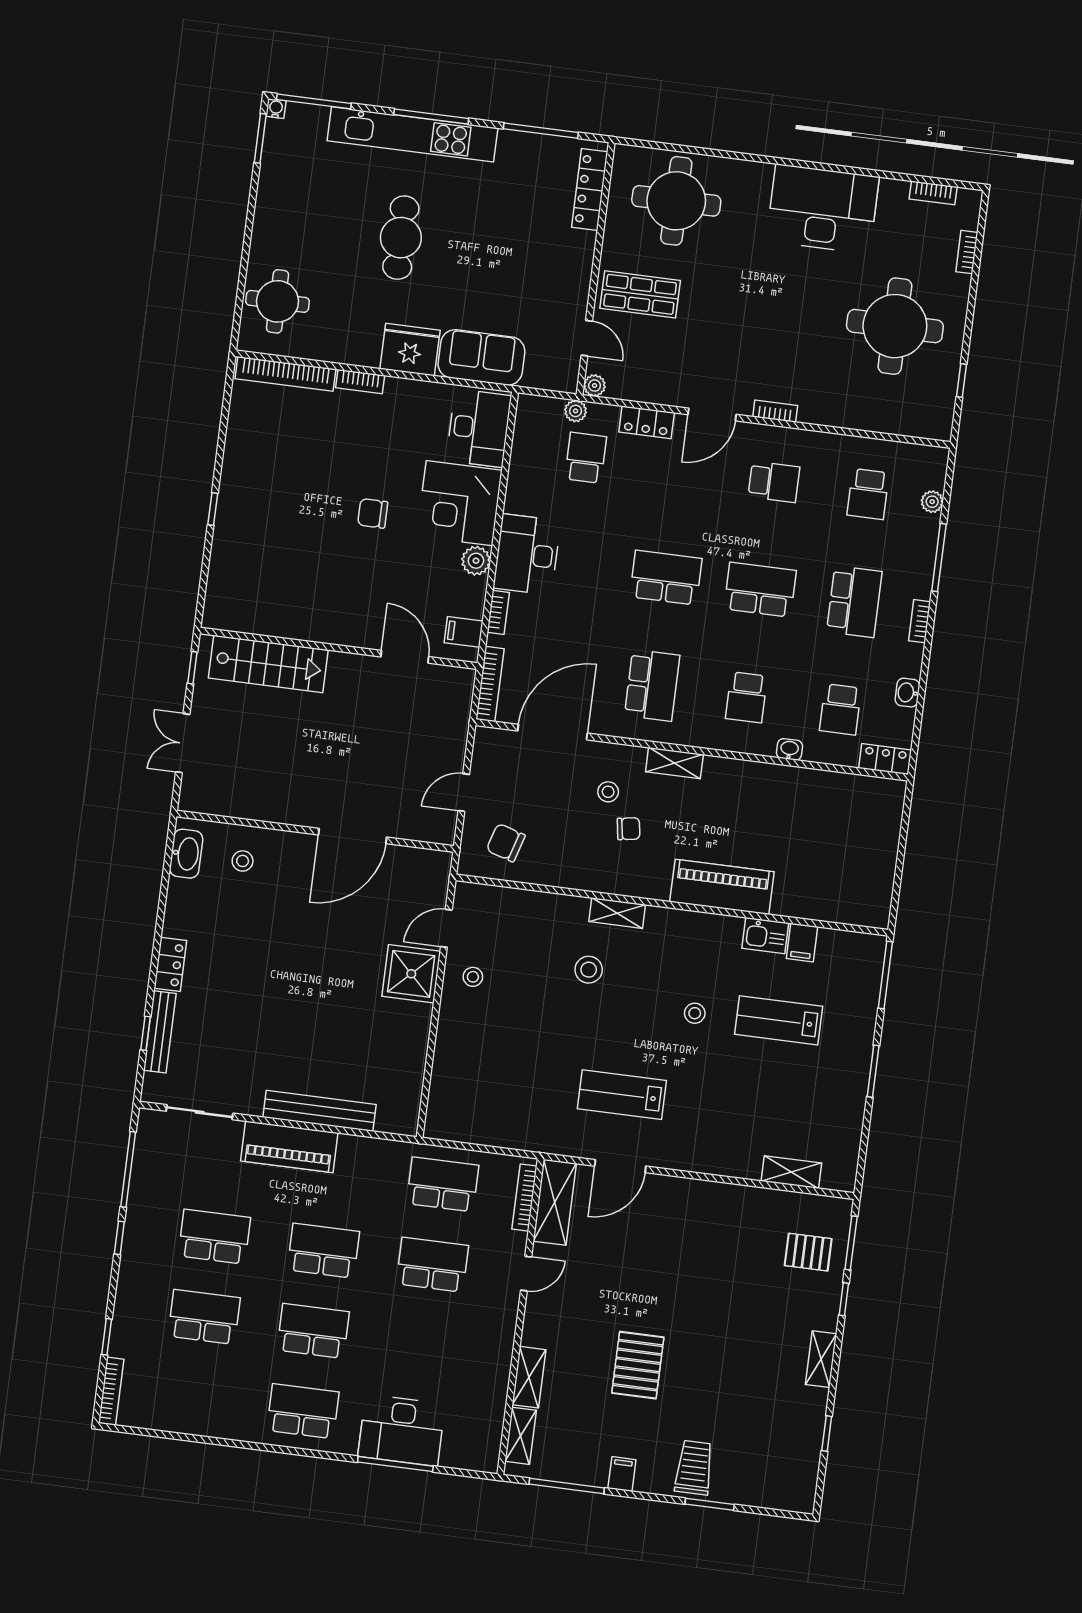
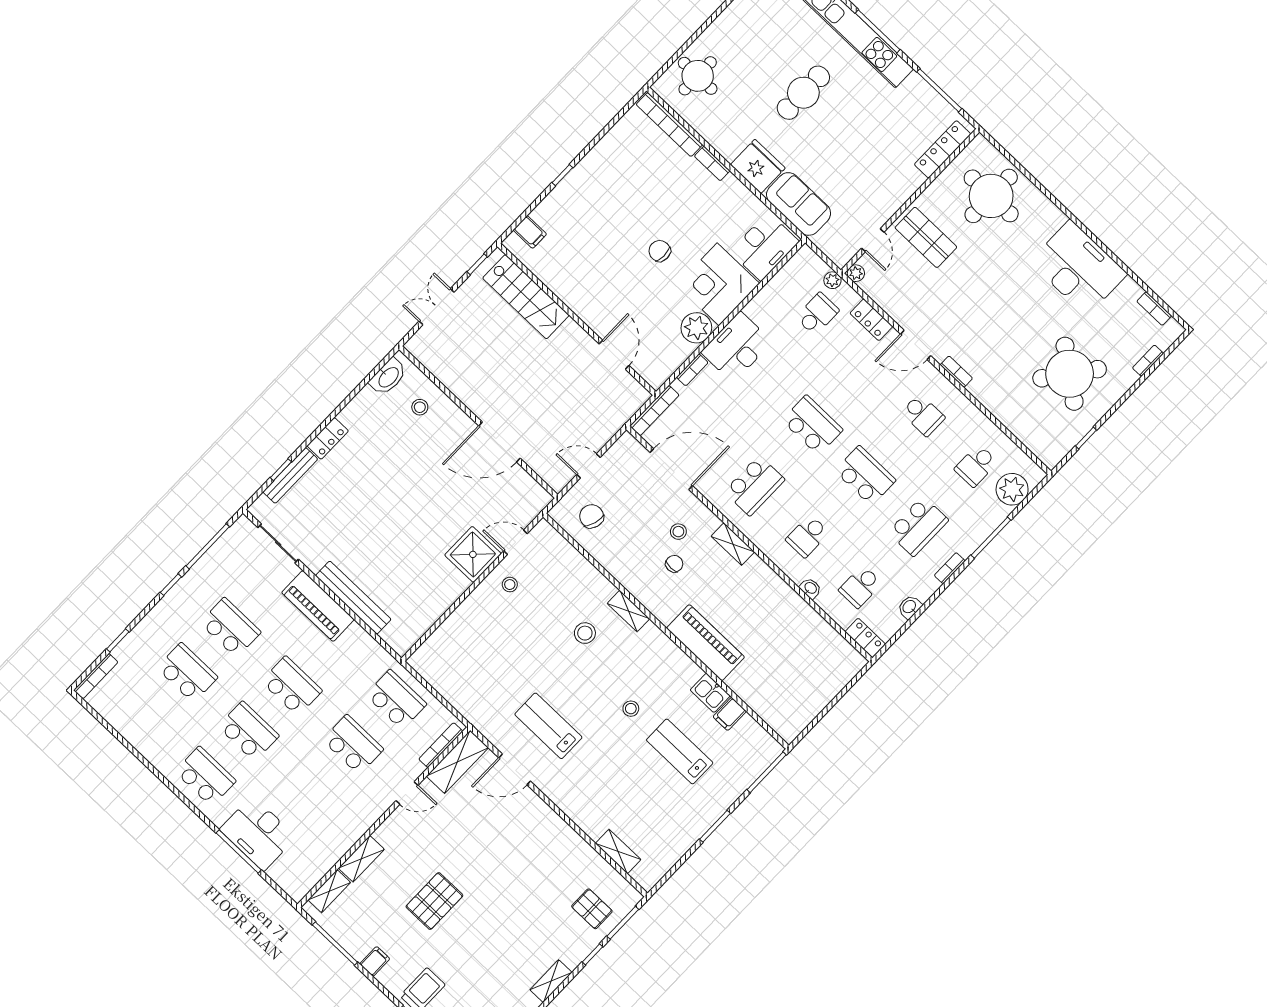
round table: (895, 326) -> (1070, 374), turned 37
plant: (932, 502) -> (1012, 489), width x1.87, depth x1.87
plant: (476, 561) -> (696, 328), width x1.36, depth x1.36
filing cabinet: (464, 632) -> (530, 232), moved, turned 180
chair: (629, 829) -> (674, 564), turned -81

